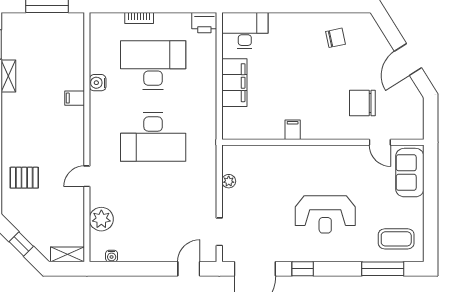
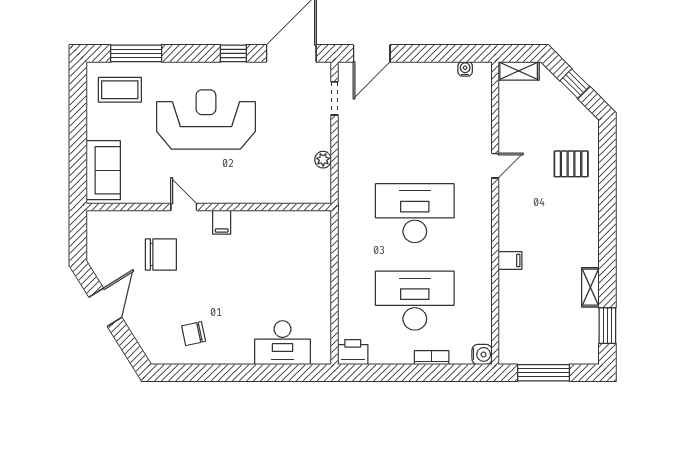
desk: (245, 30) -> (282, 343), moved
desk: (153, 65) -> (415, 301), turned 180
water cooler: (98, 83) -> (482, 354), moved
filing cabinet: (234, 83) -> (316, 279), removed
filing cabinet: (293, 130) -> (222, 222), moved
door: (380, 142) -> (184, 207), moved
reception desk: (325, 214) -> (206, 119), width x1.36, depth x1.30
plant: (101, 219) -> (478, 114), removed
door: (189, 269) -> (372, 53), width x1.38

